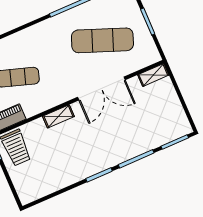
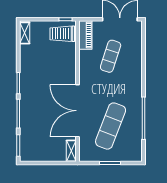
double door: (101, 89) -> (77, 111), width x1.36
shelving: (58, 116) -> (25, 33), moved

